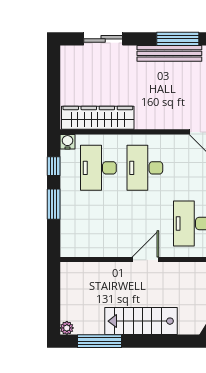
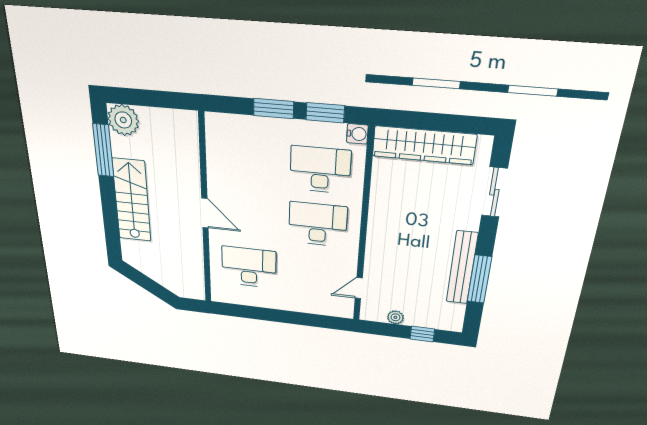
wardrobe: (98, 118) -> (424, 145), moved, turned 90
window: (54, 166) -> (325, 113), width x1.50
plant: (67, 328) -> (123, 120), width x1.87, depth x1.87

